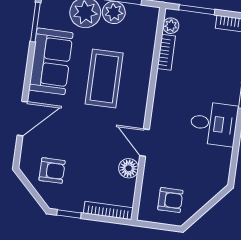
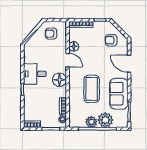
floor lamp: (166, 105) -> (59, 80), added
door: (22, 119) -> (129, 64), hinge flipped

